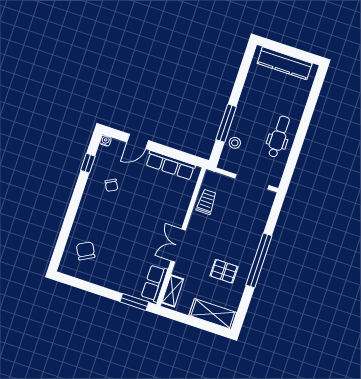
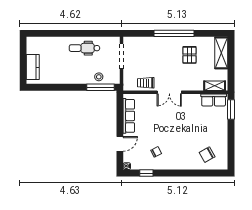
kitchen counter: (285, 63) -> (33, 67), width x0.67
window: (226, 123) -> (100, 87), moved
door: (138, 141) -> (120, 144), hinge flipped
double door: (178, 246) -> (169, 92), moved

